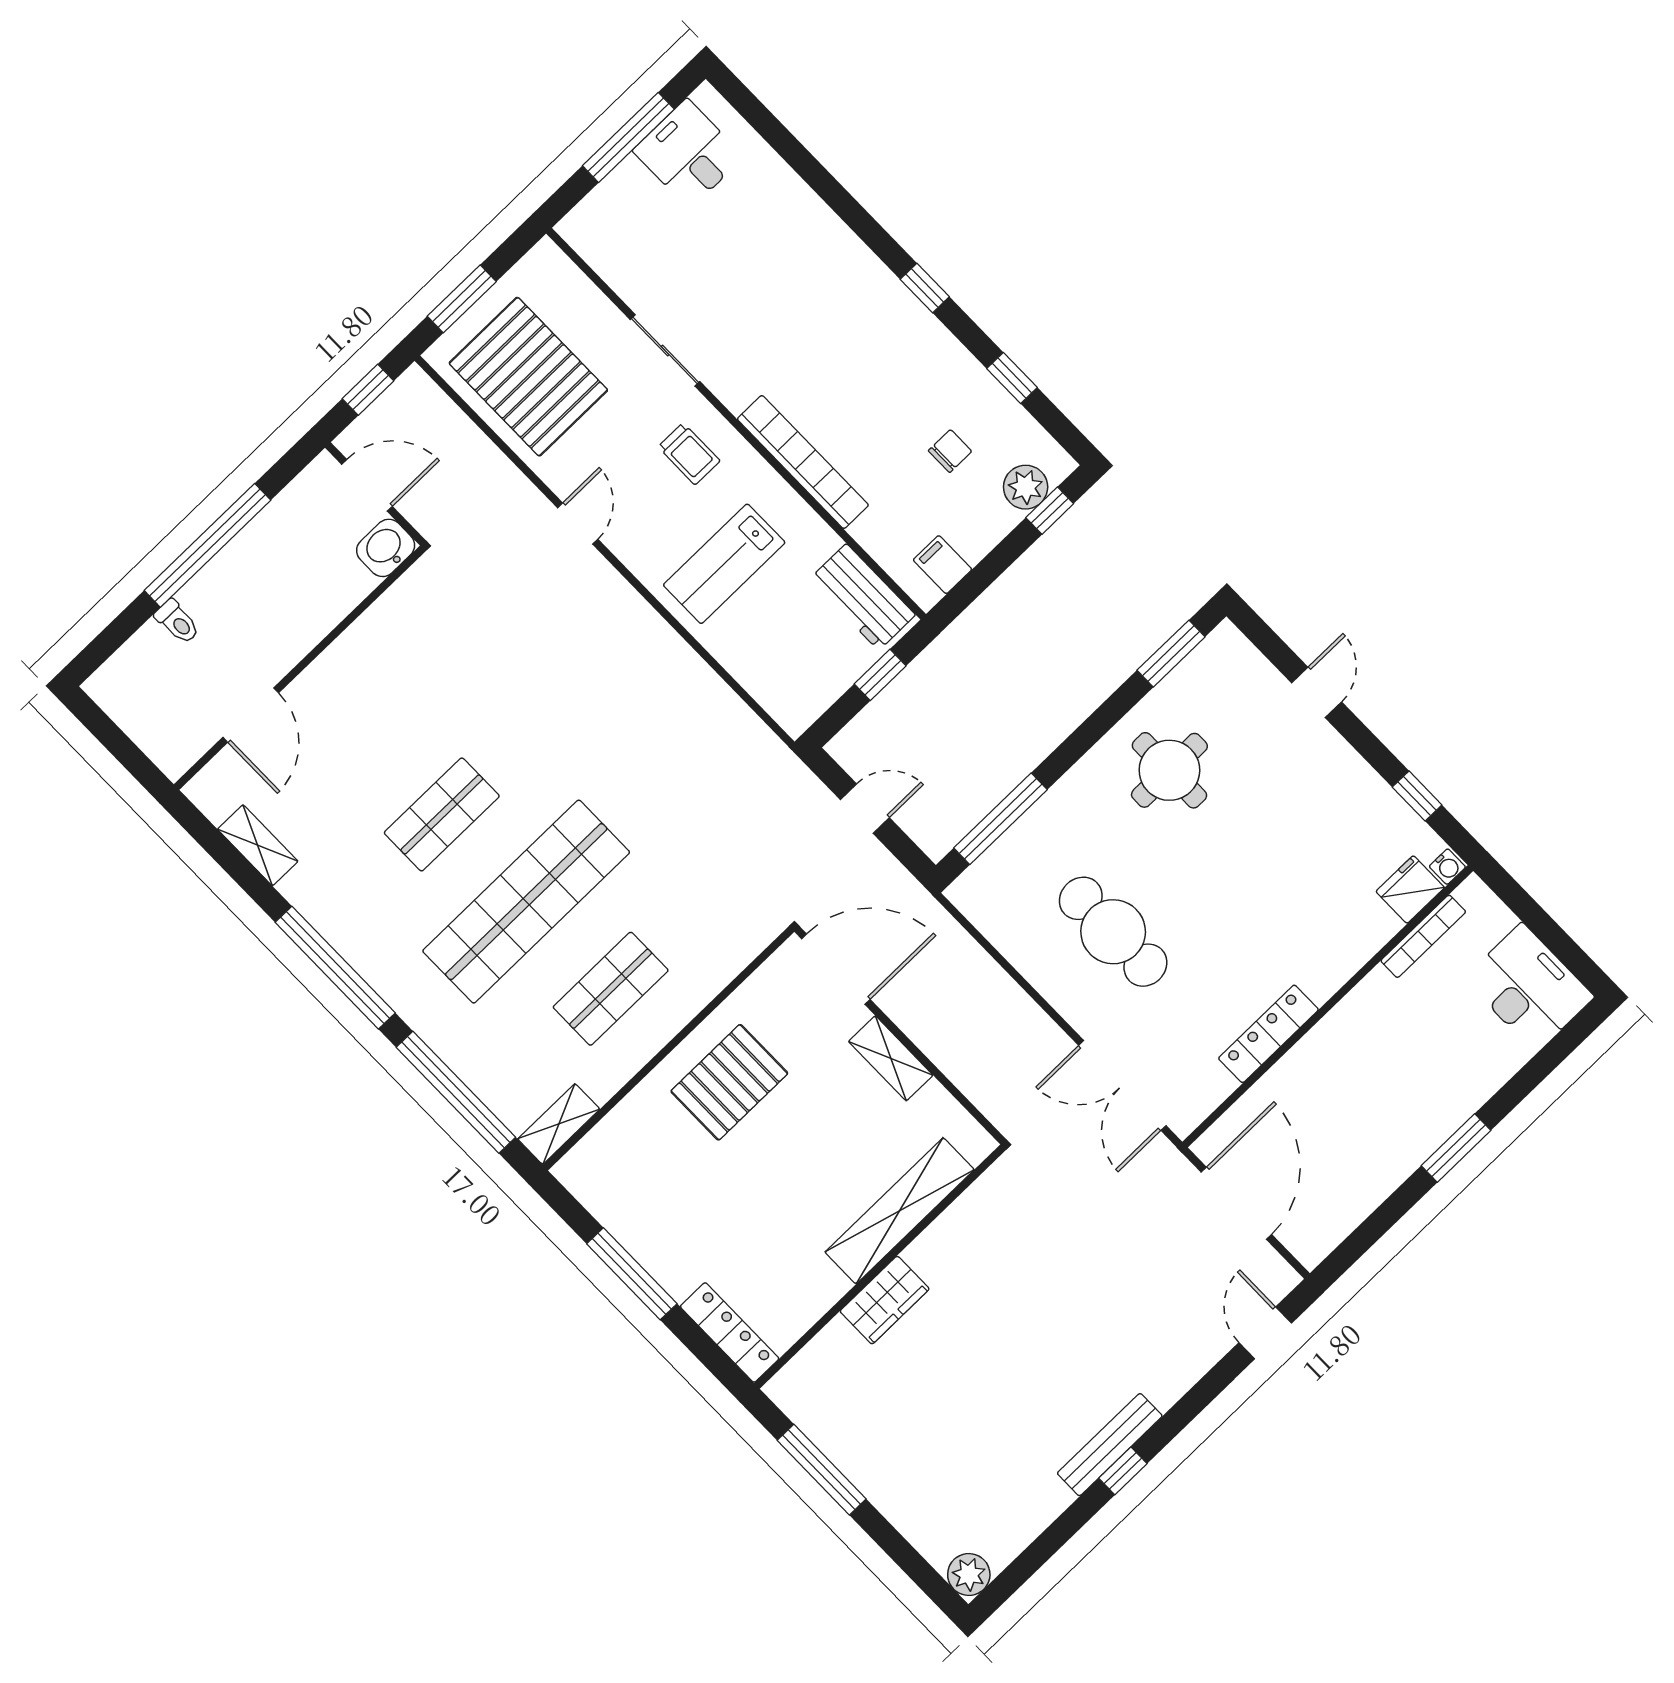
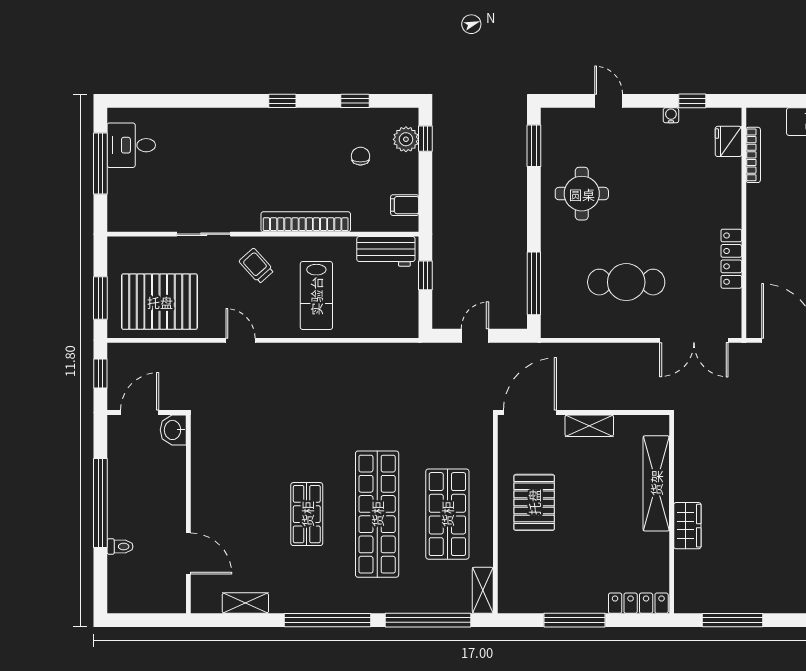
trolley: (689, 454) -> (256, 266), turned -132
water cooler: (1447, 867) -> (671, 115), moved, turned -90
shop shelf: (611, 989) -> (447, 514), width x1.43, depth x1.36

